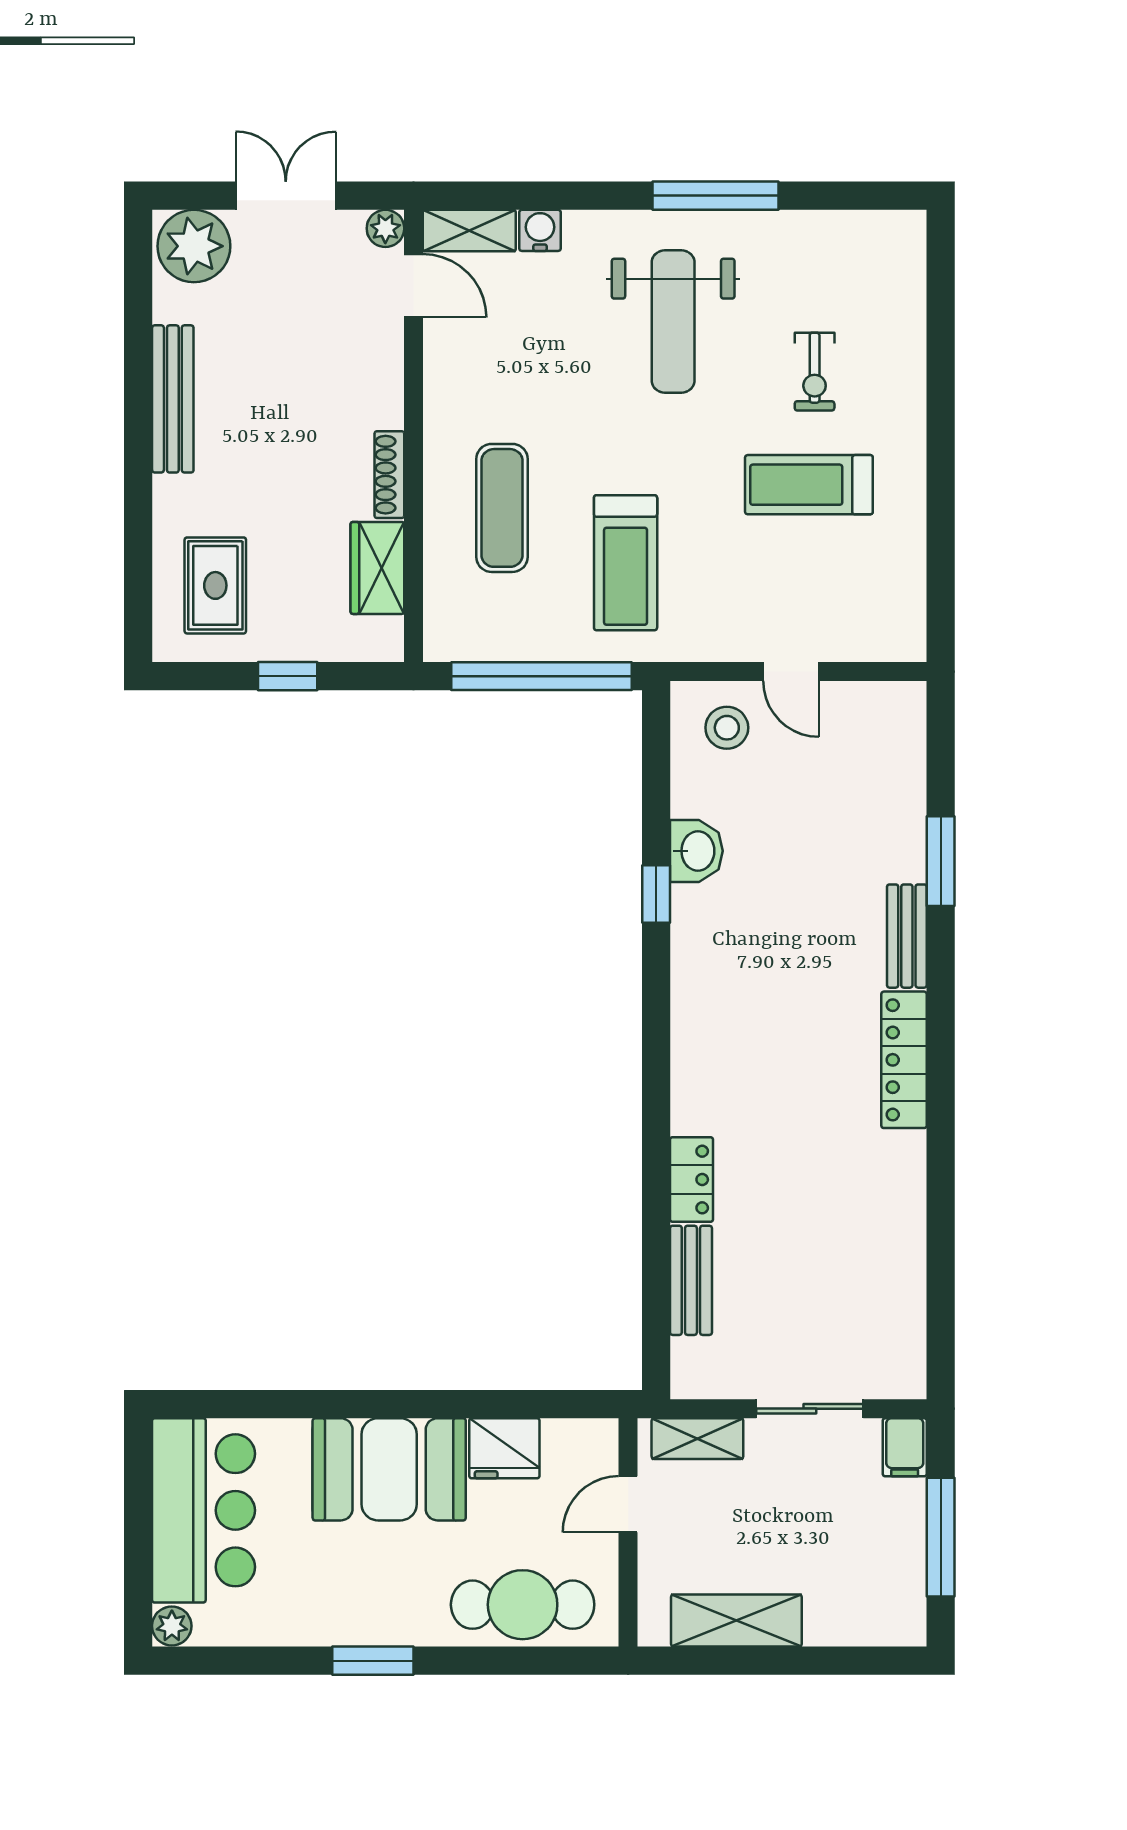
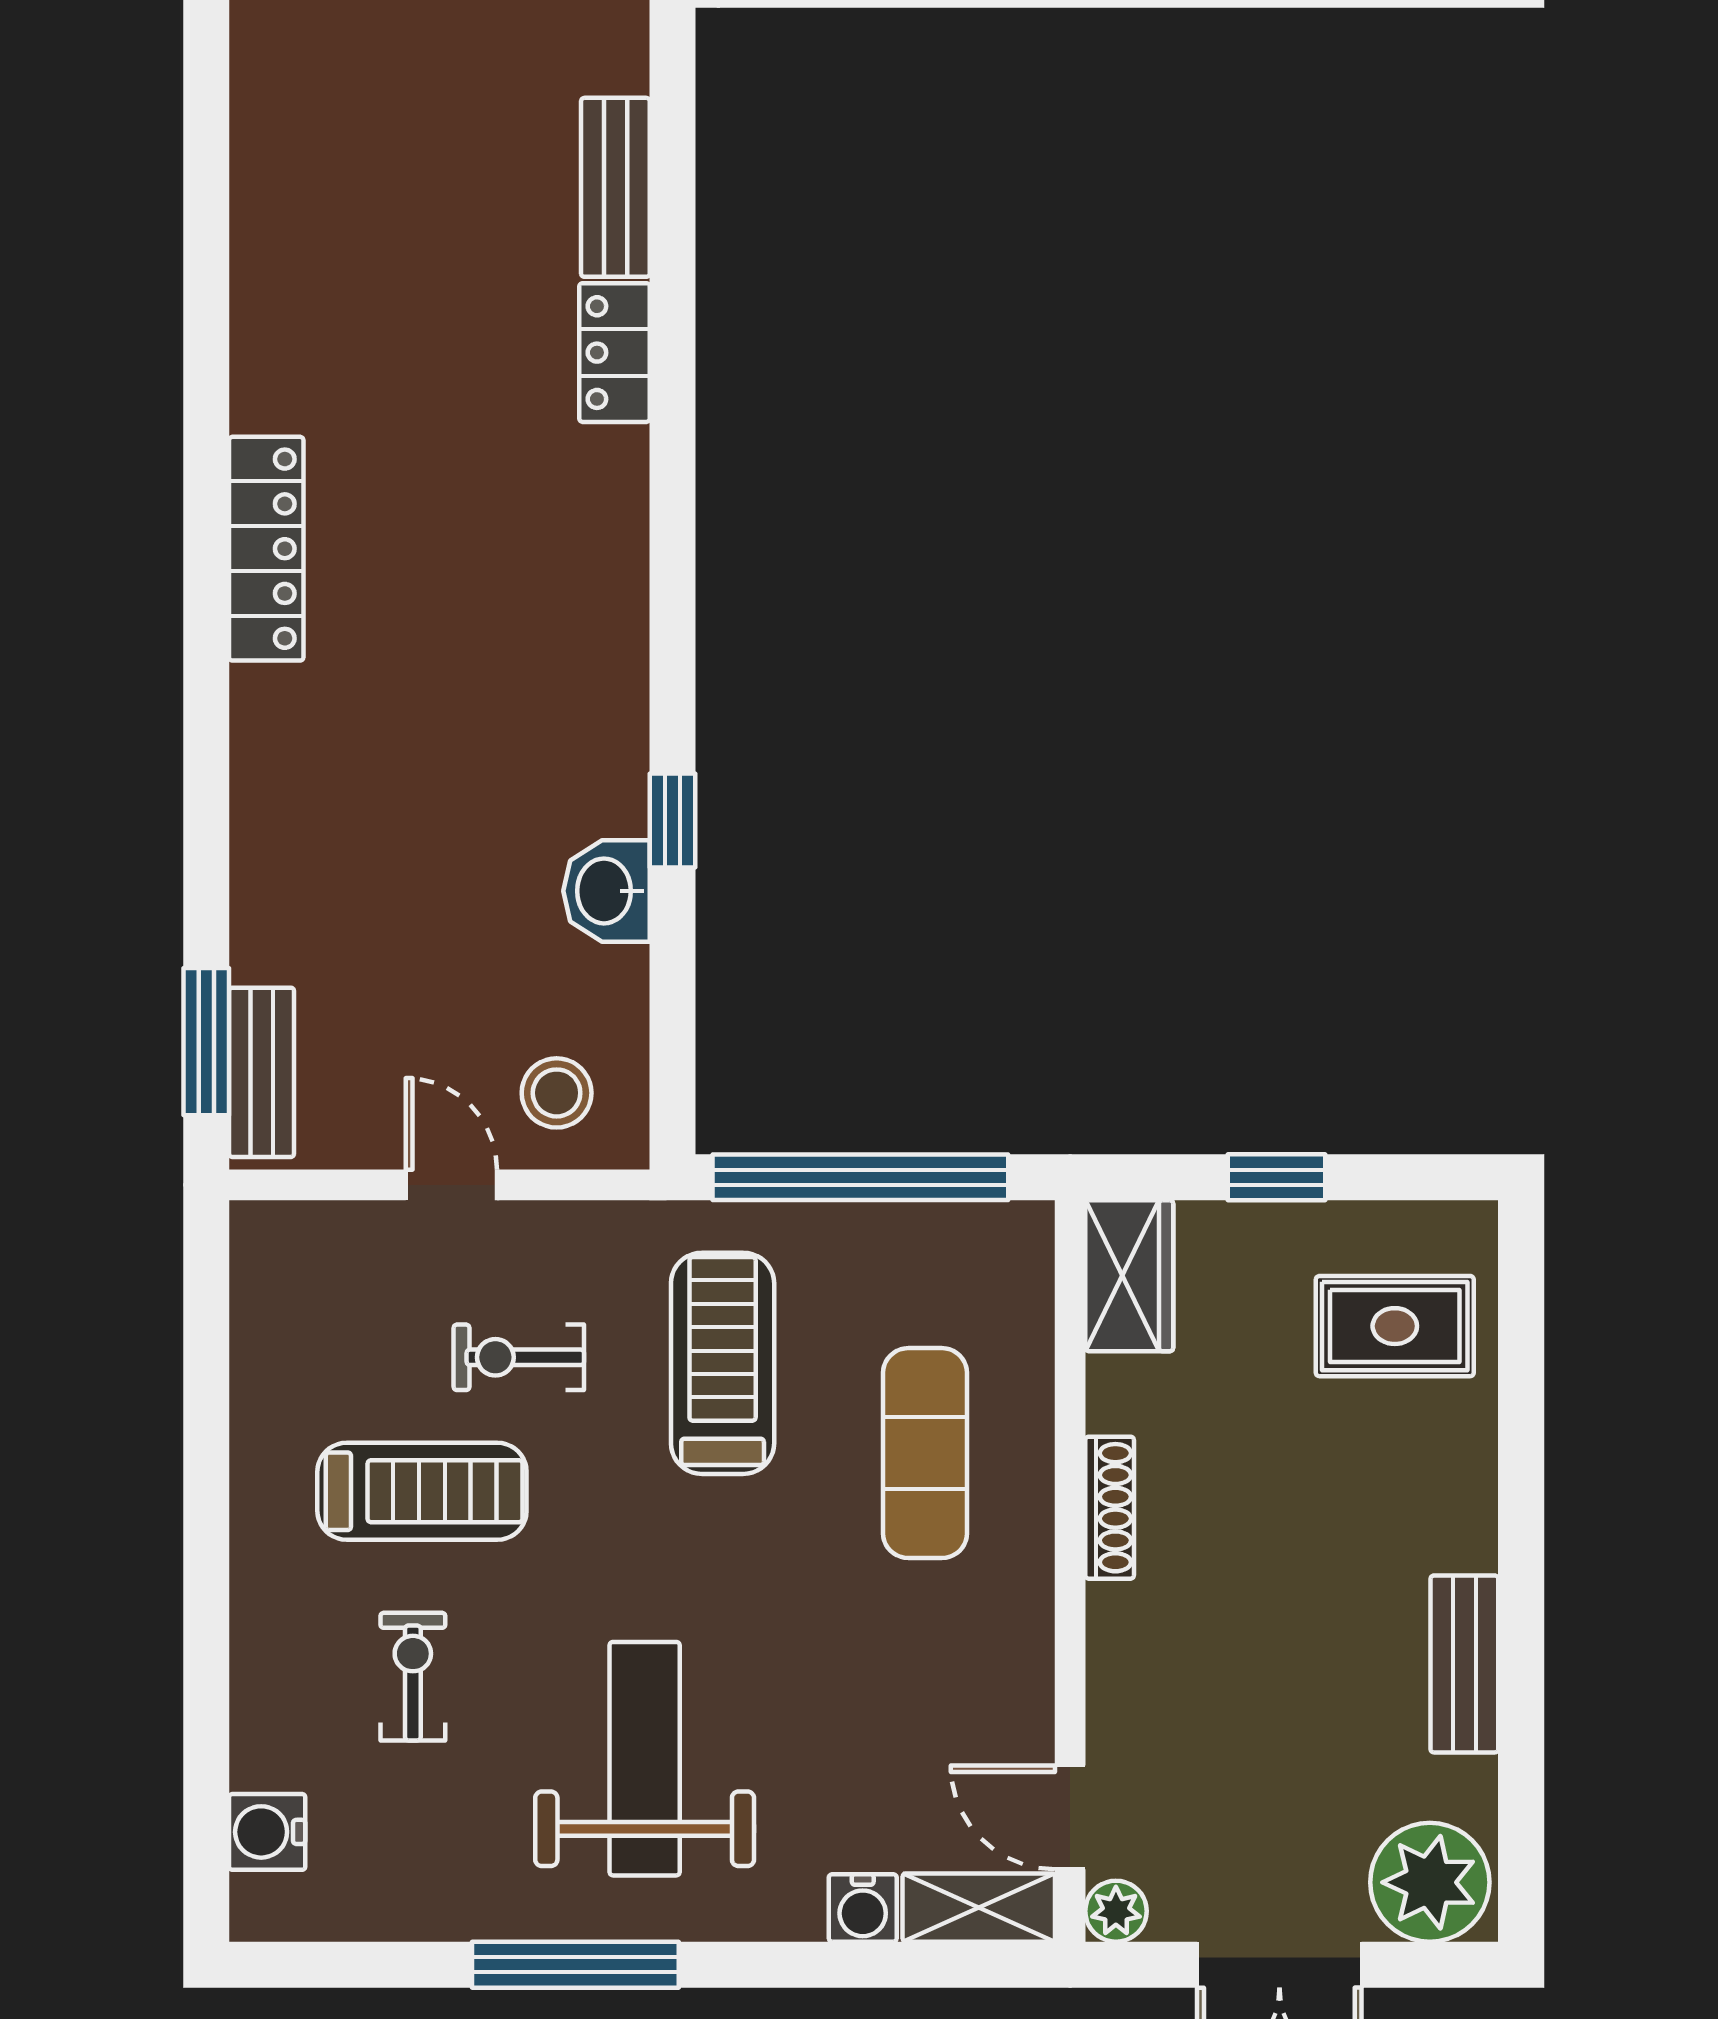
water cooler: (903, 277) -> (267, 1832), added
bench: (173, 399) -> (1464, 1664), width x0.73
exercise bike: (750, 566) -> (519, 1357), added
wardrobe: (377, 568) -> (1129, 1276), moved
rug: (215, 585) -> (1395, 1326), turned 90
window: (941, 861) -> (206, 1042), moved
bench: (907, 936) -> (262, 1072), moved

